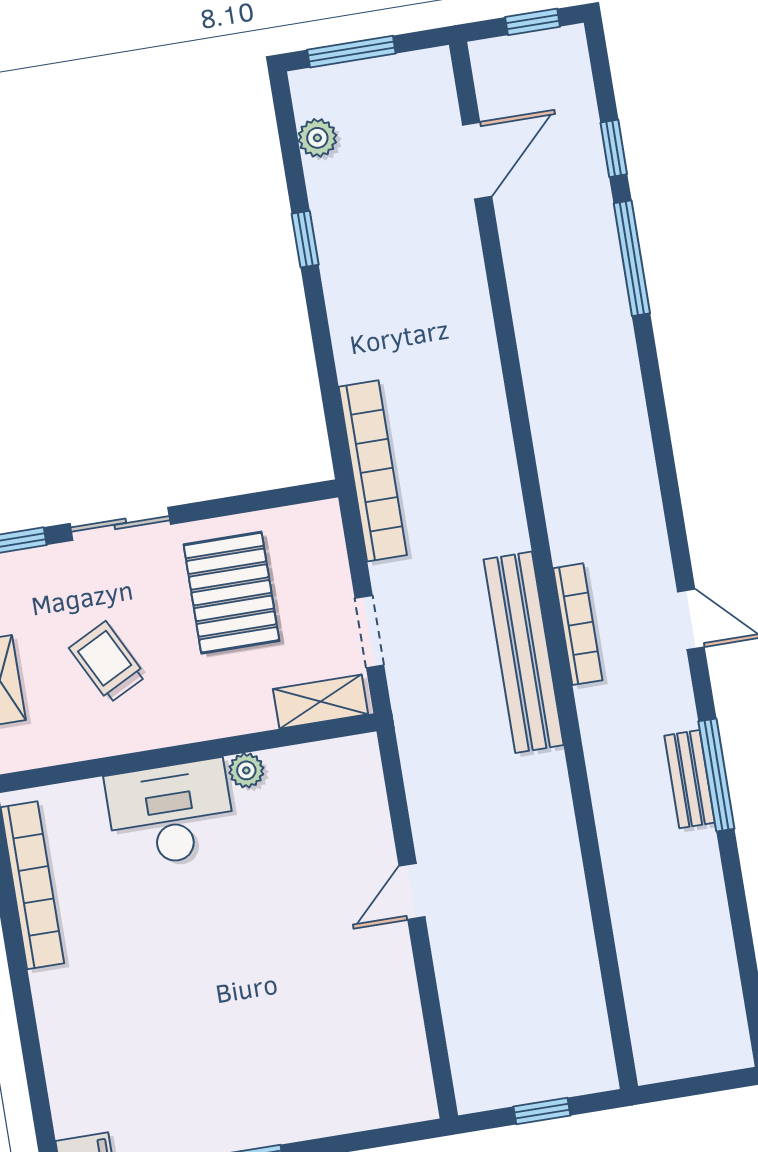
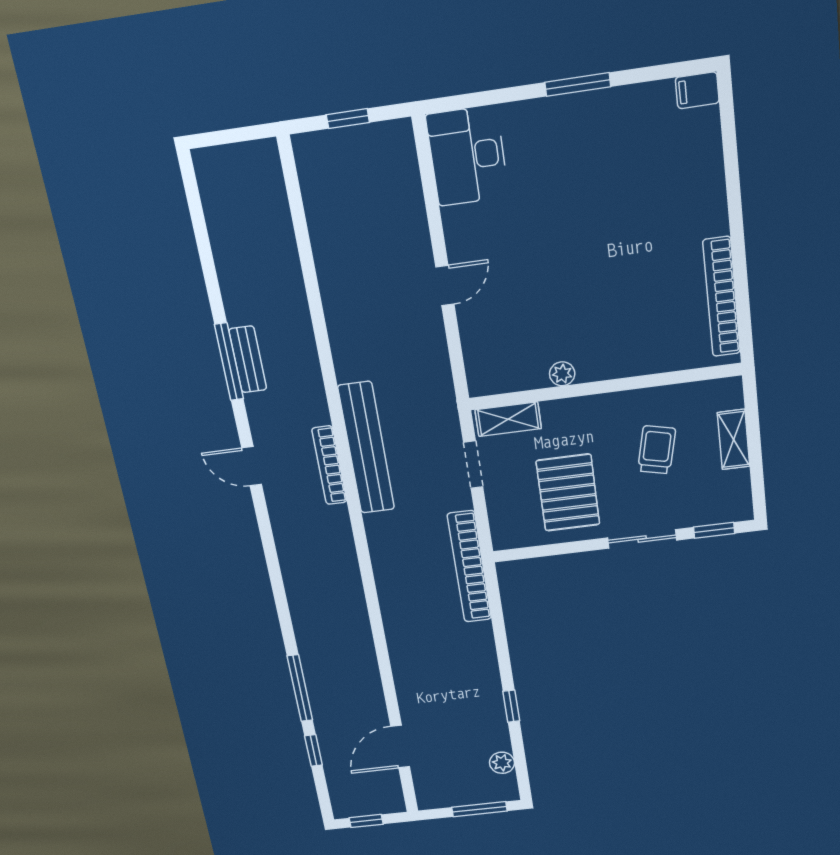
trolley: (108, 662) -> (657, 450), turned -140
desk: (171, 813) -> (467, 156), moved, turned 90

